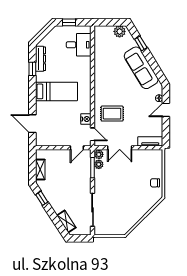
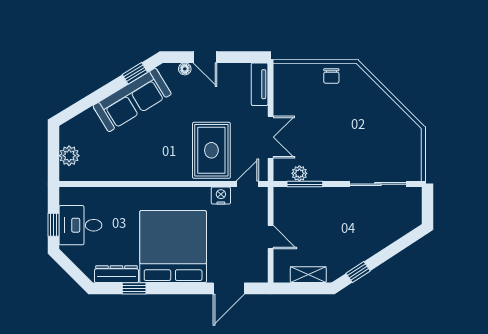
plant: (120, 31) -> (69, 156), moved
window: (141, 43) -> (135, 73), moved
desk: (79, 45) -> (80, 225), moved, turned -90
bed: (56, 91) -> (173, 247), width x2.04
rug: (112, 114) -> (211, 150), width x1.36, depth x1.43
door: (77, 148) -> (271, 237), moved
plant: (99, 154) -> (282, 173), removed
shelving: (66, 221) -> (398, 229), removed

